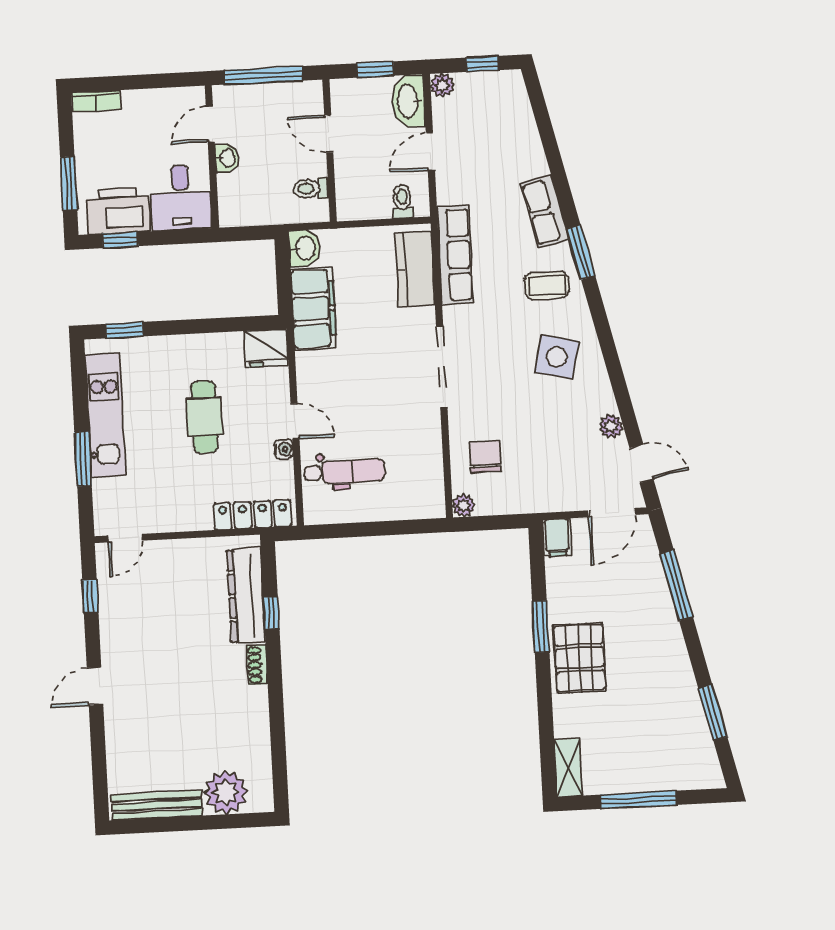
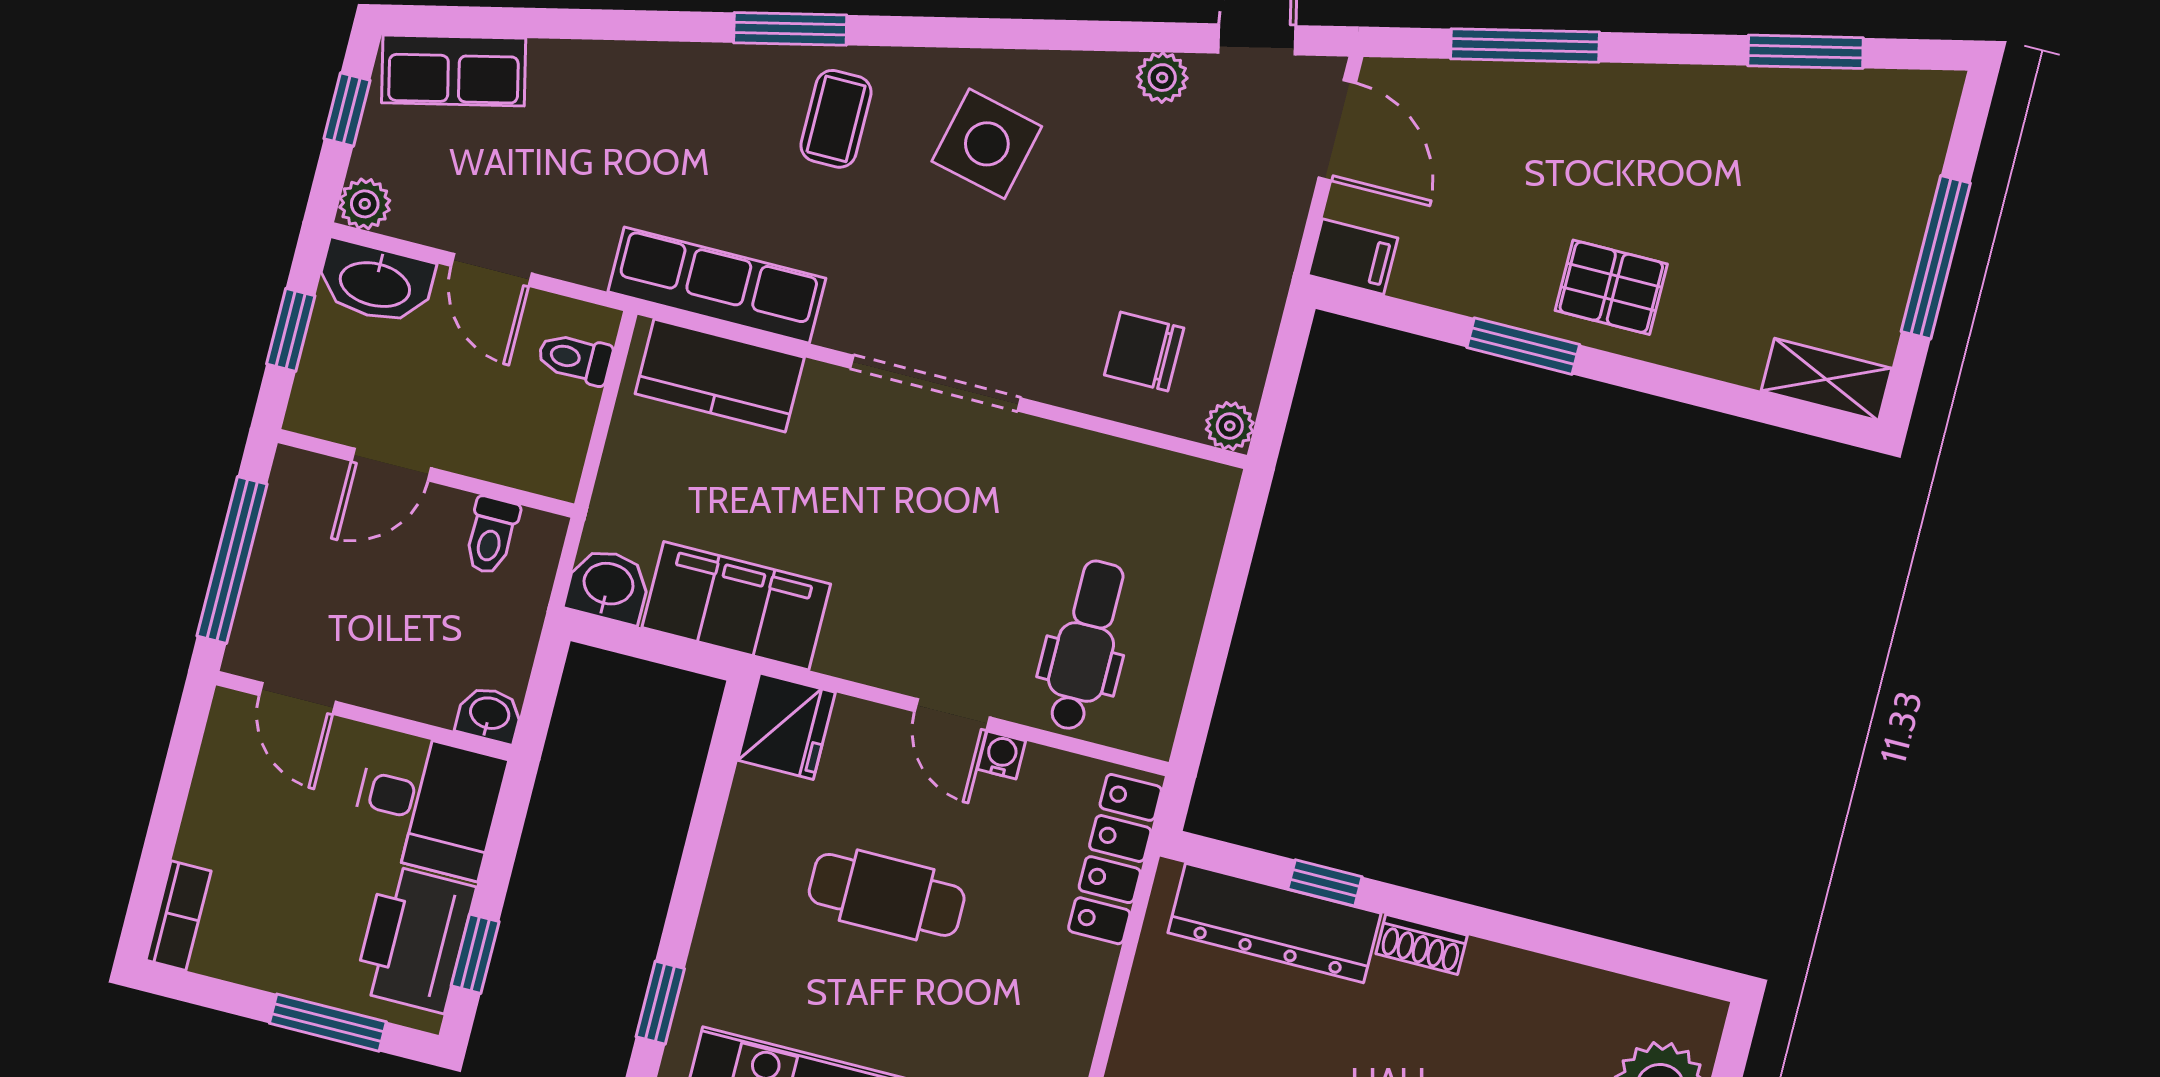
washbasin: (227, 158) -> (489, 715), moved
row of seats: (545, 212) -> (454, 70), moved
door: (295, 421) -> (952, 714), swing flipped
pallet: (580, 658) -> (1611, 287), width x0.67, depth x0.71

